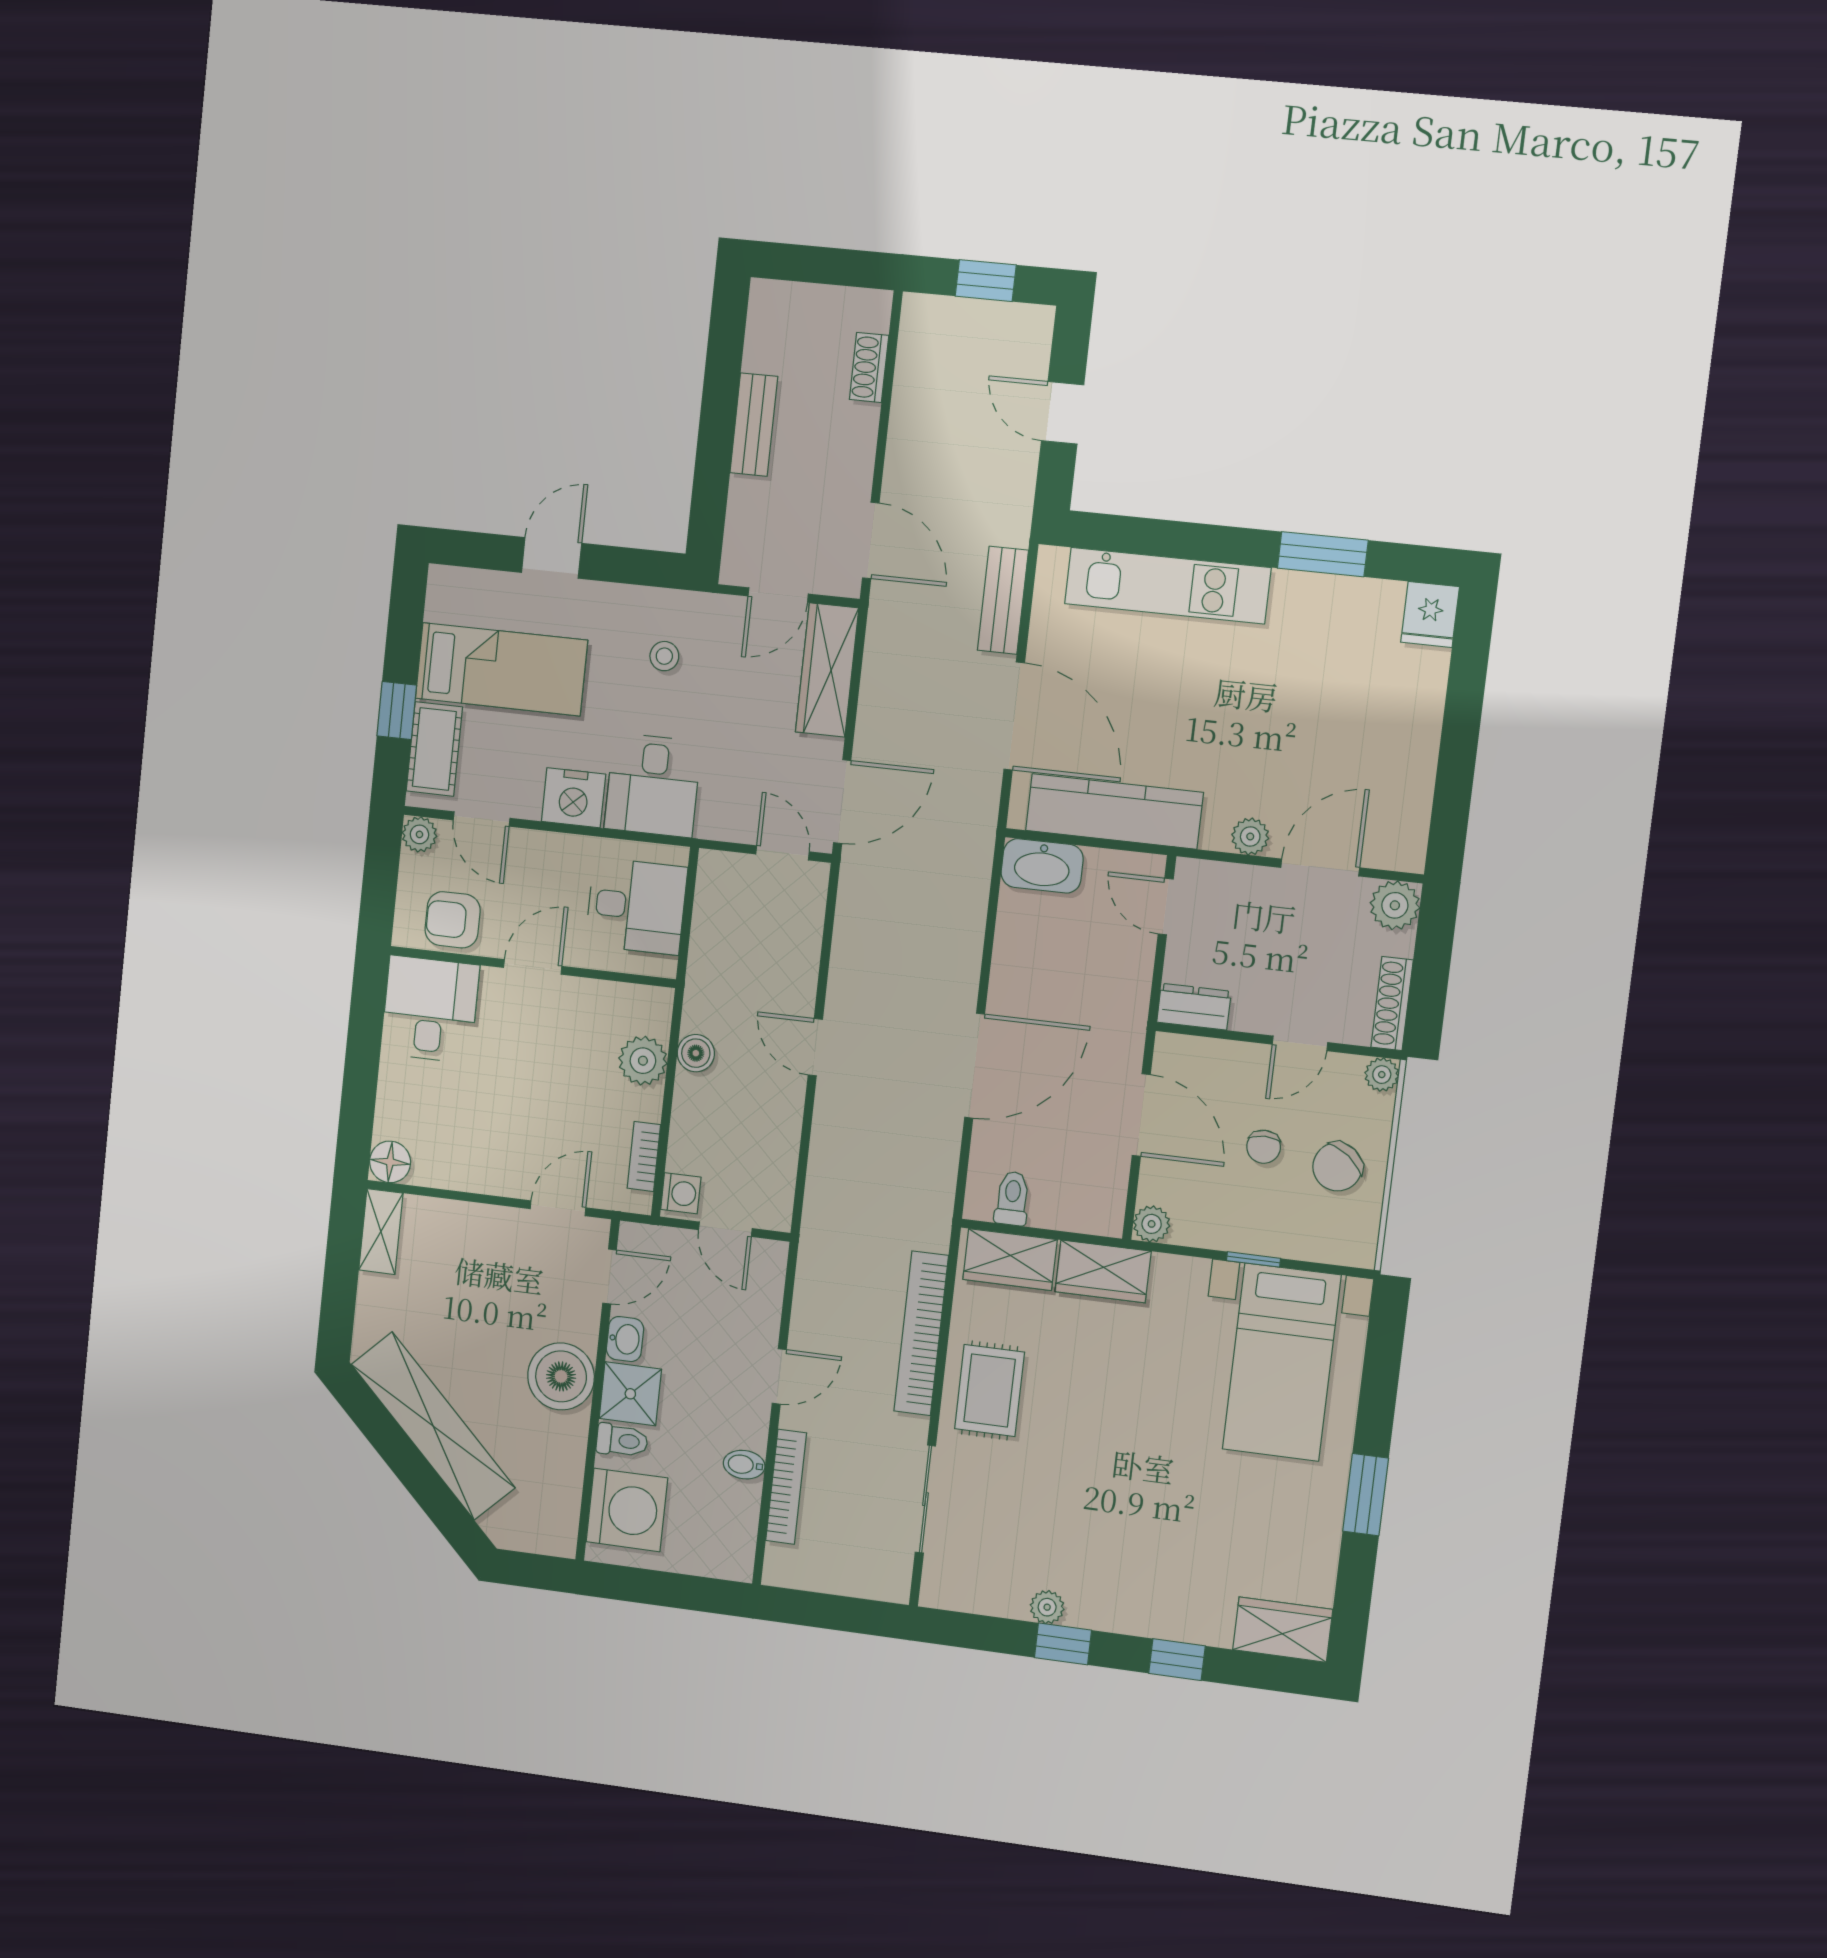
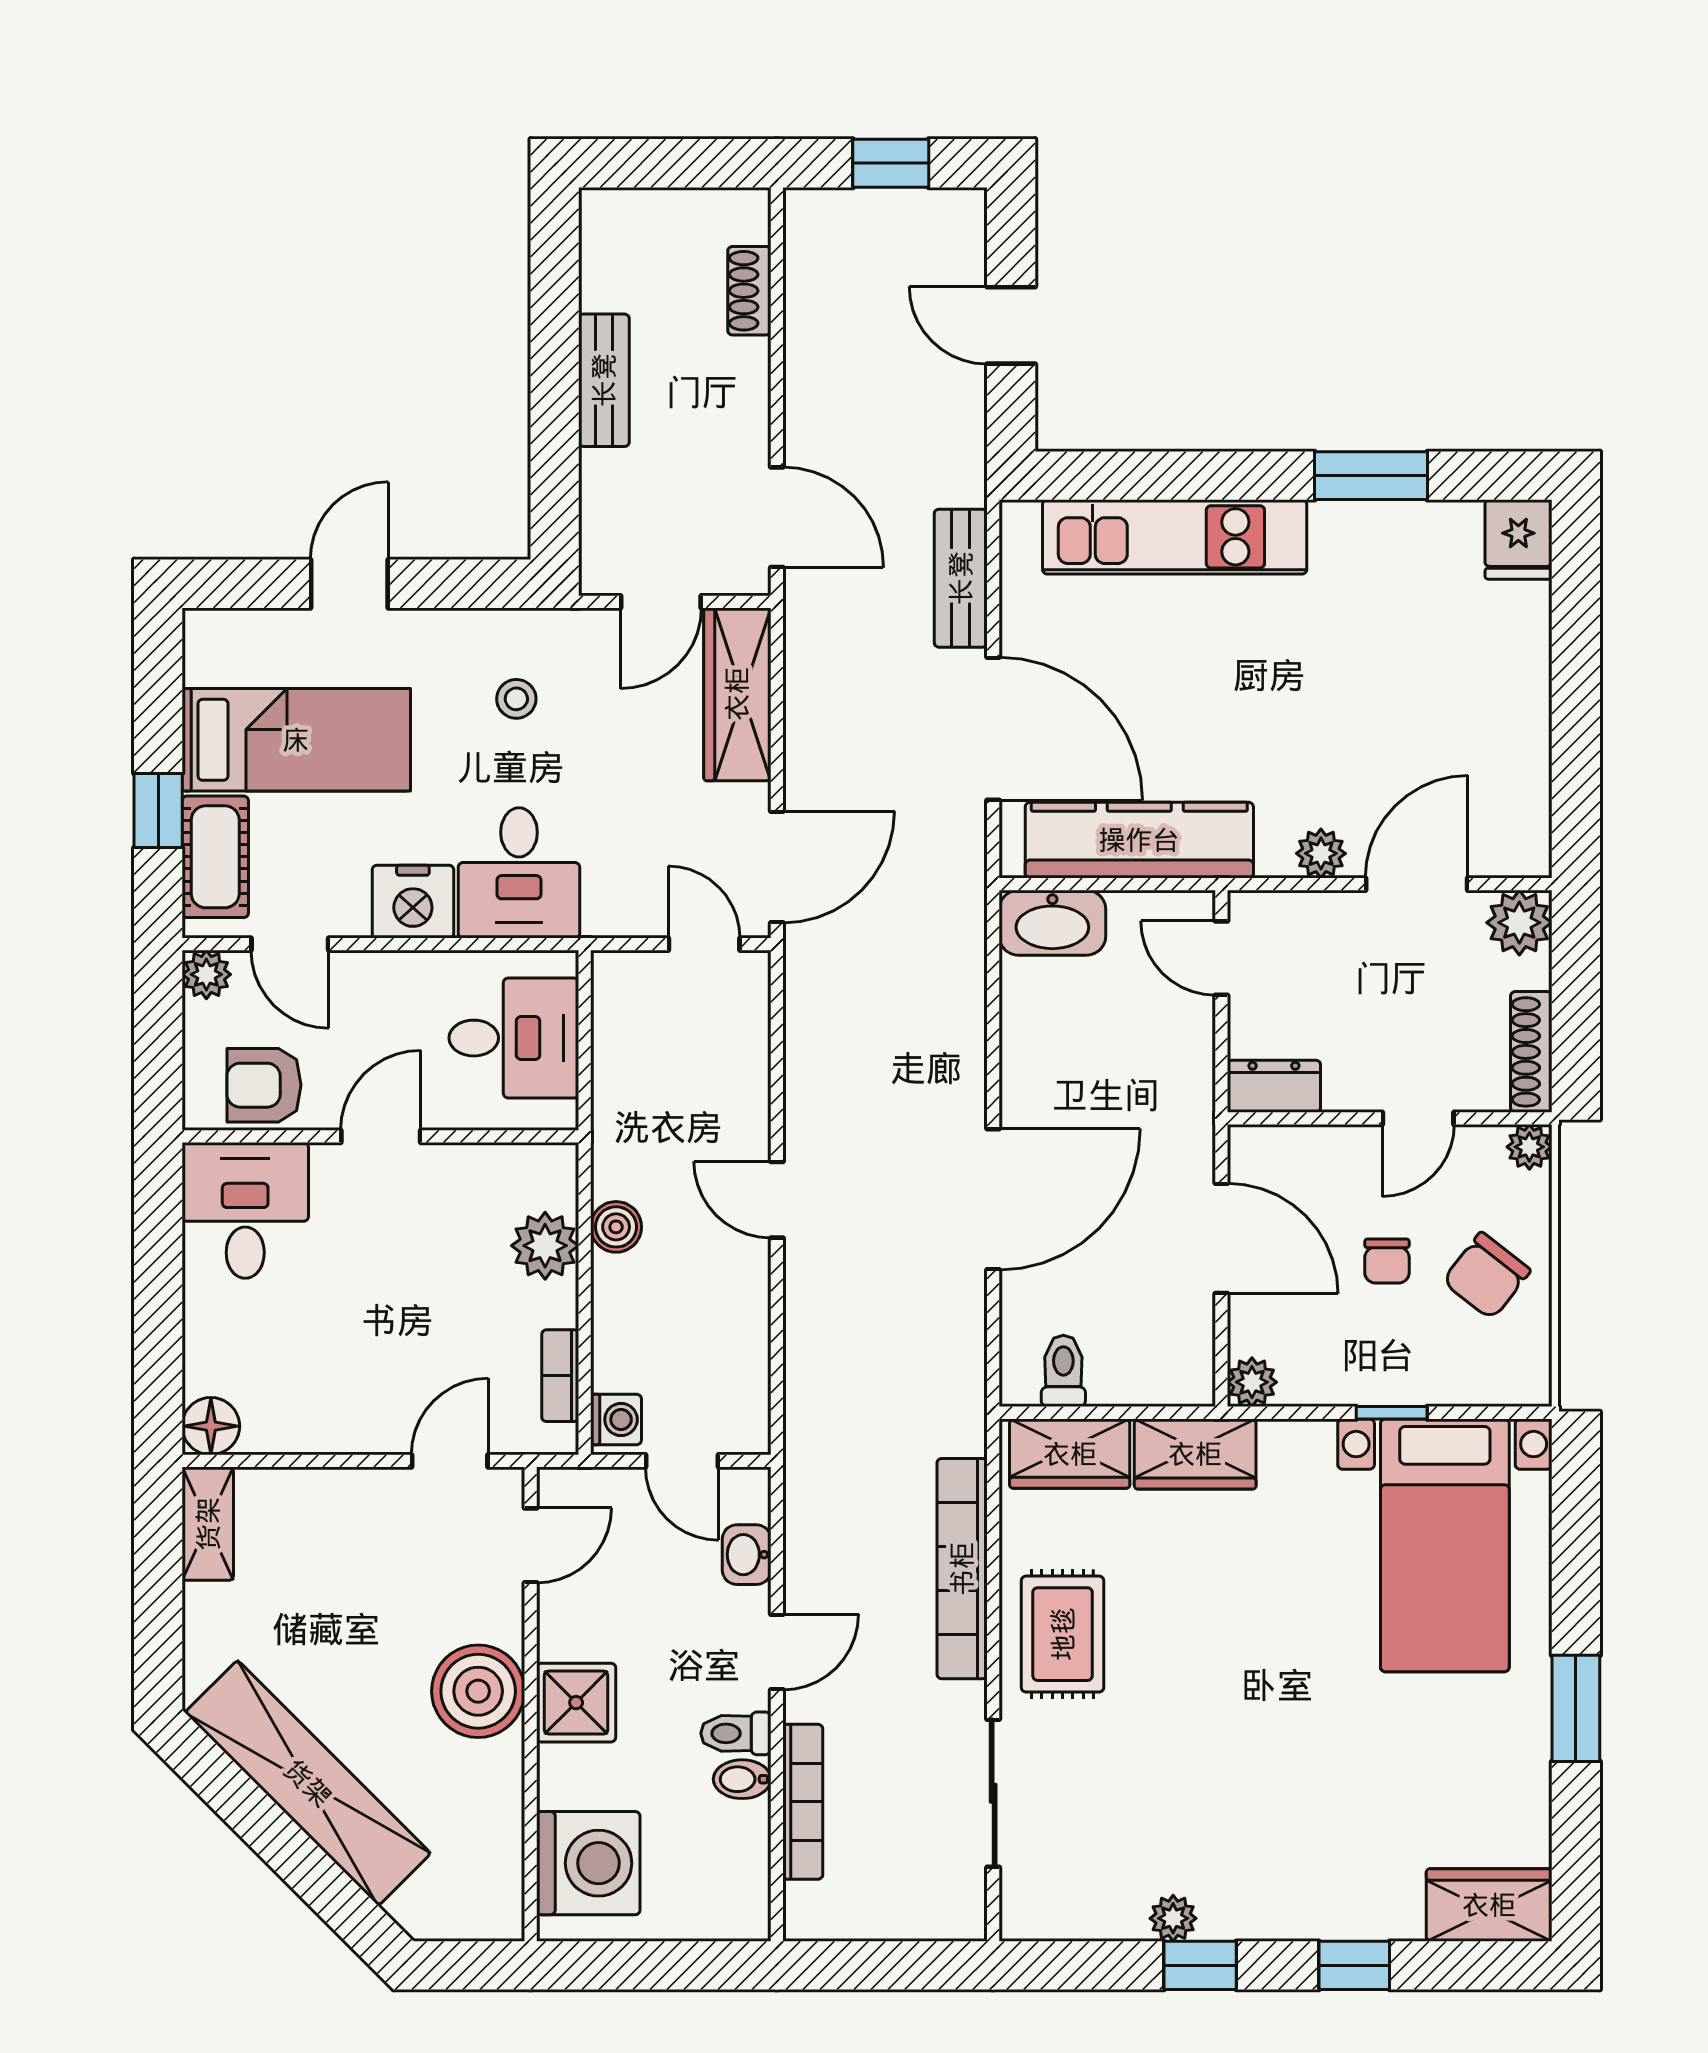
washbasin: (625, 1339) -> (747, 1555), moved, turned 180
toilet: (622, 1441) -> (736, 1733), moved, turned 180

